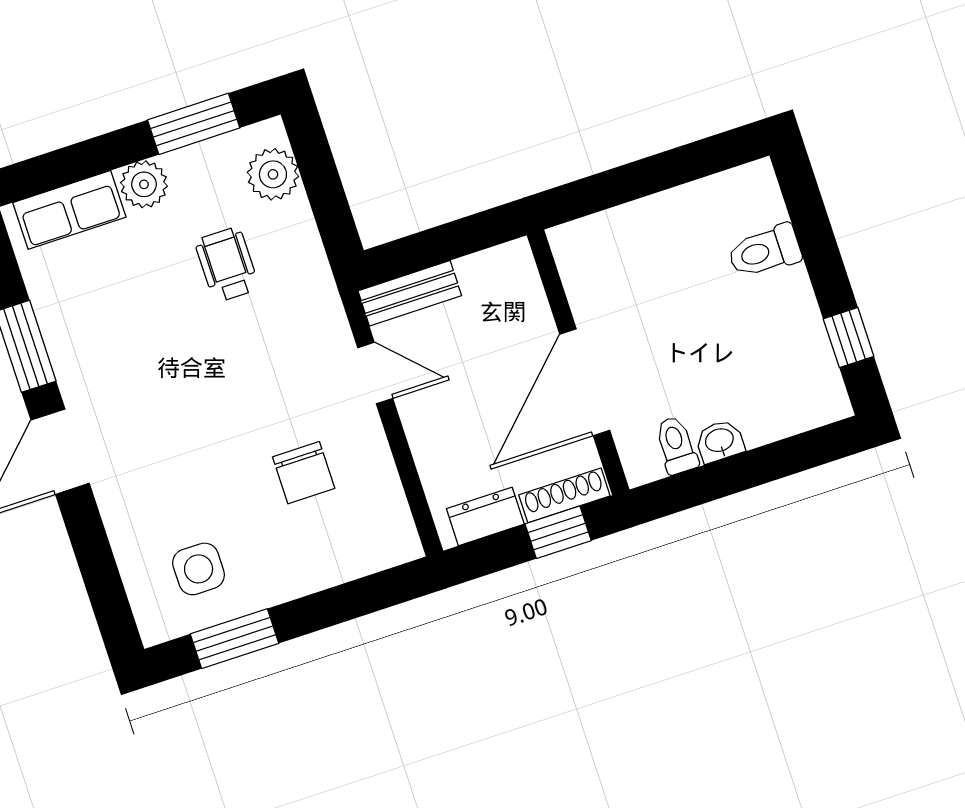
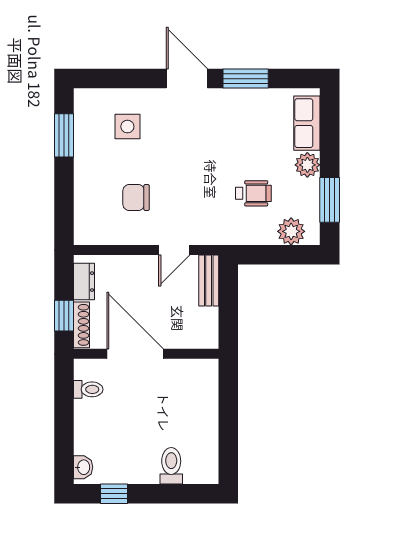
washbasin: (720, 441) -> (83, 467), moved
side table: (199, 569) -> (127, 127), moved

